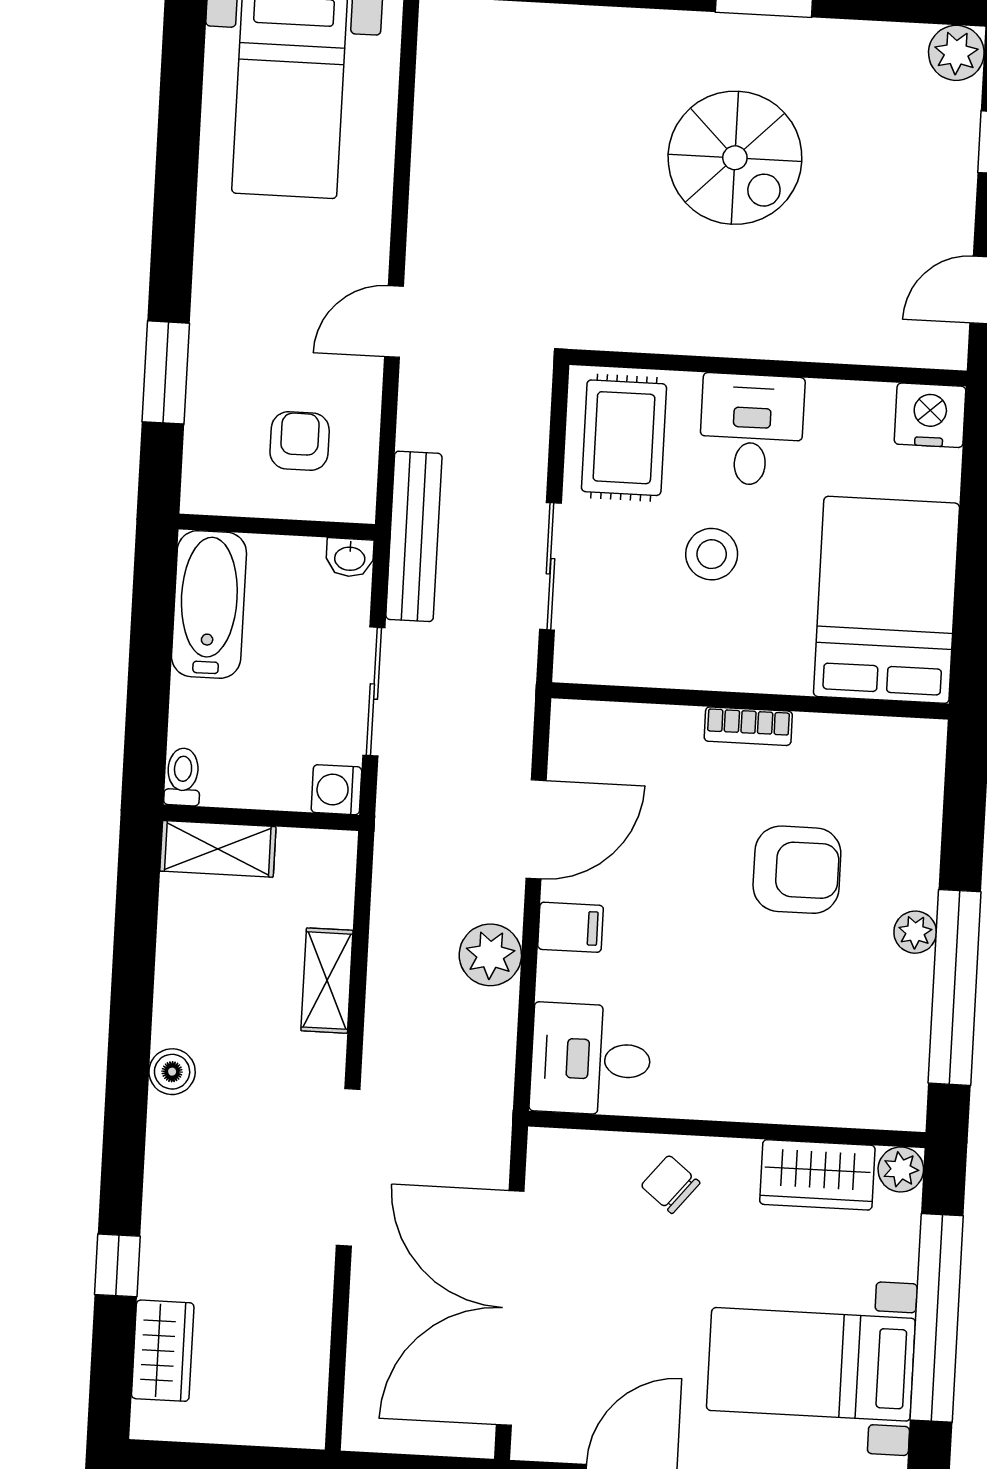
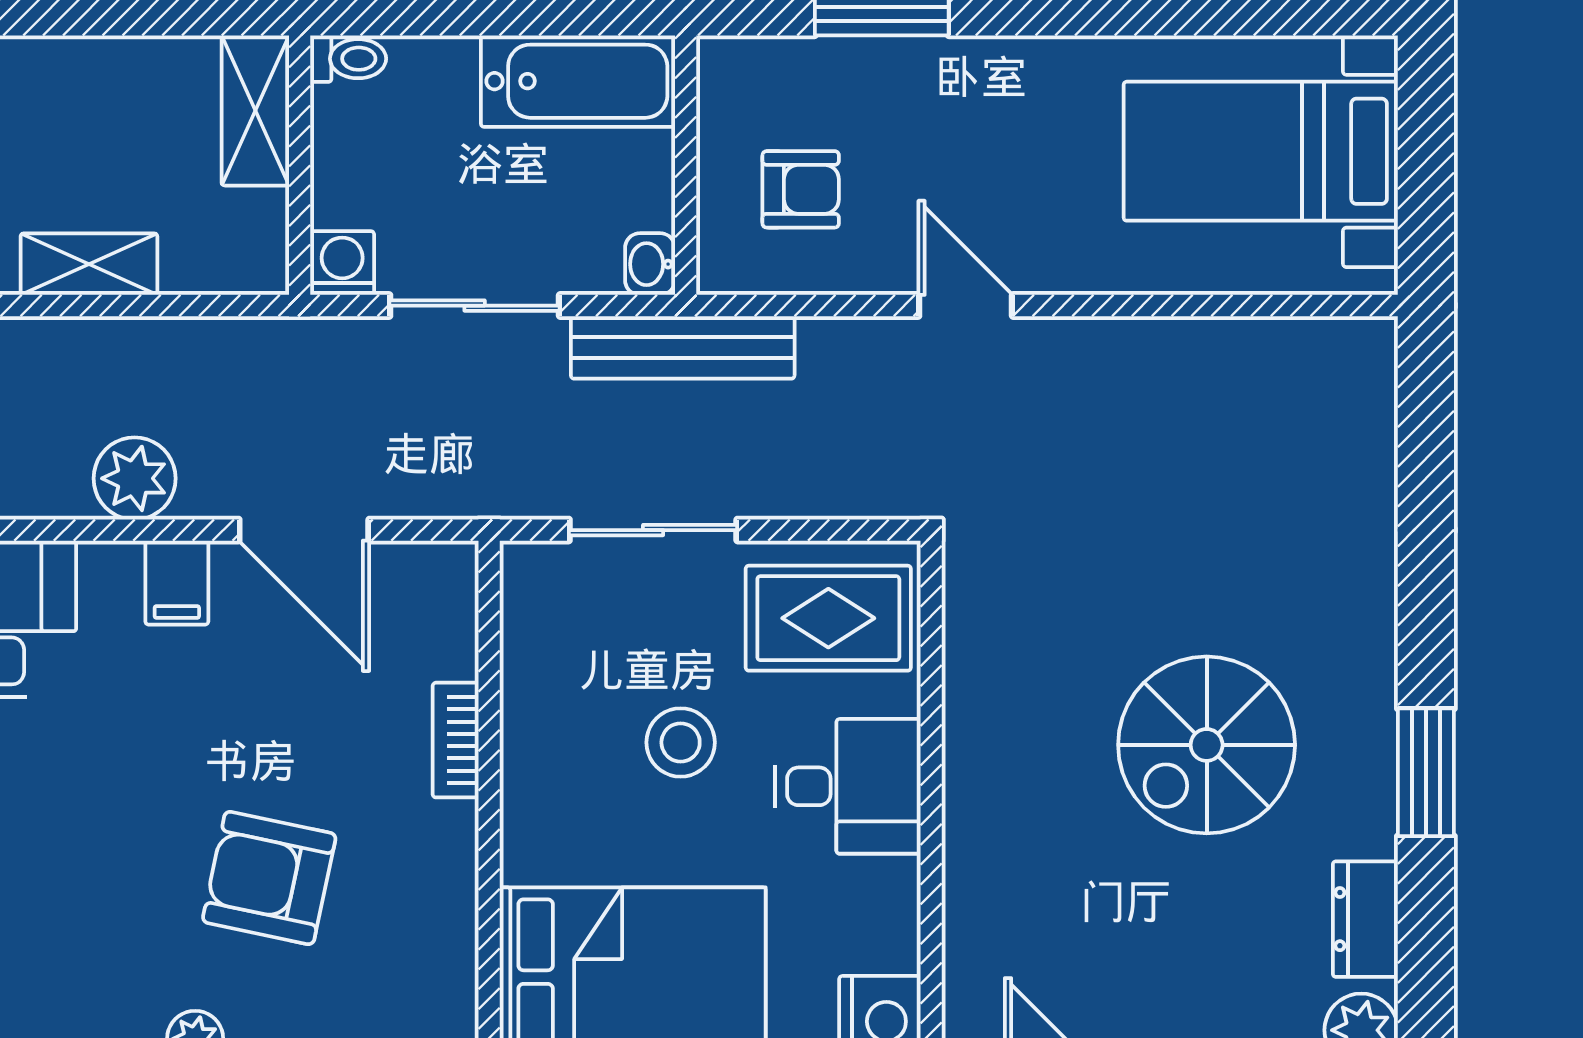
dresser: (873, 45) -> (1365, 919), added
bookcase: (748, 726) -> (456, 740), moved
armchair: (797, 870) -> (269, 878), turned 102

